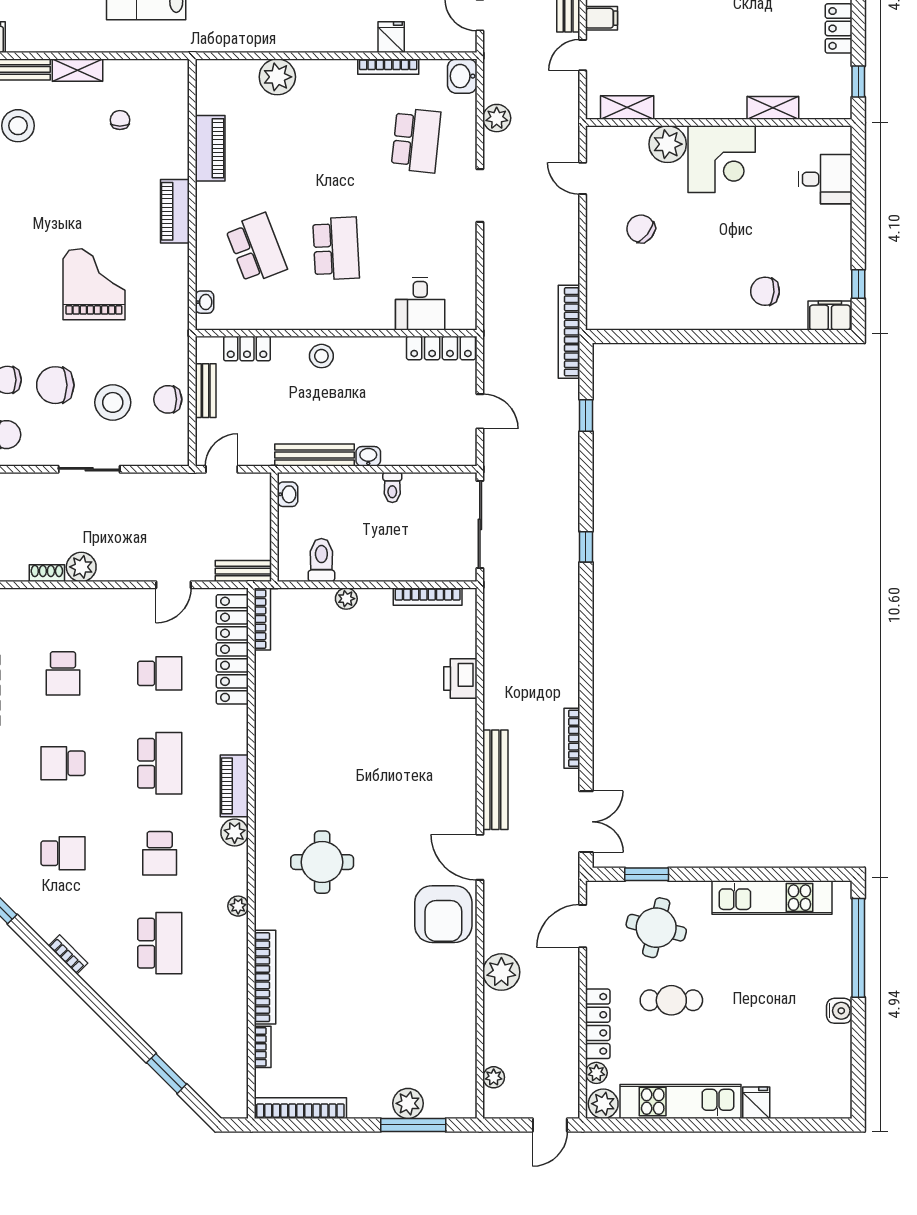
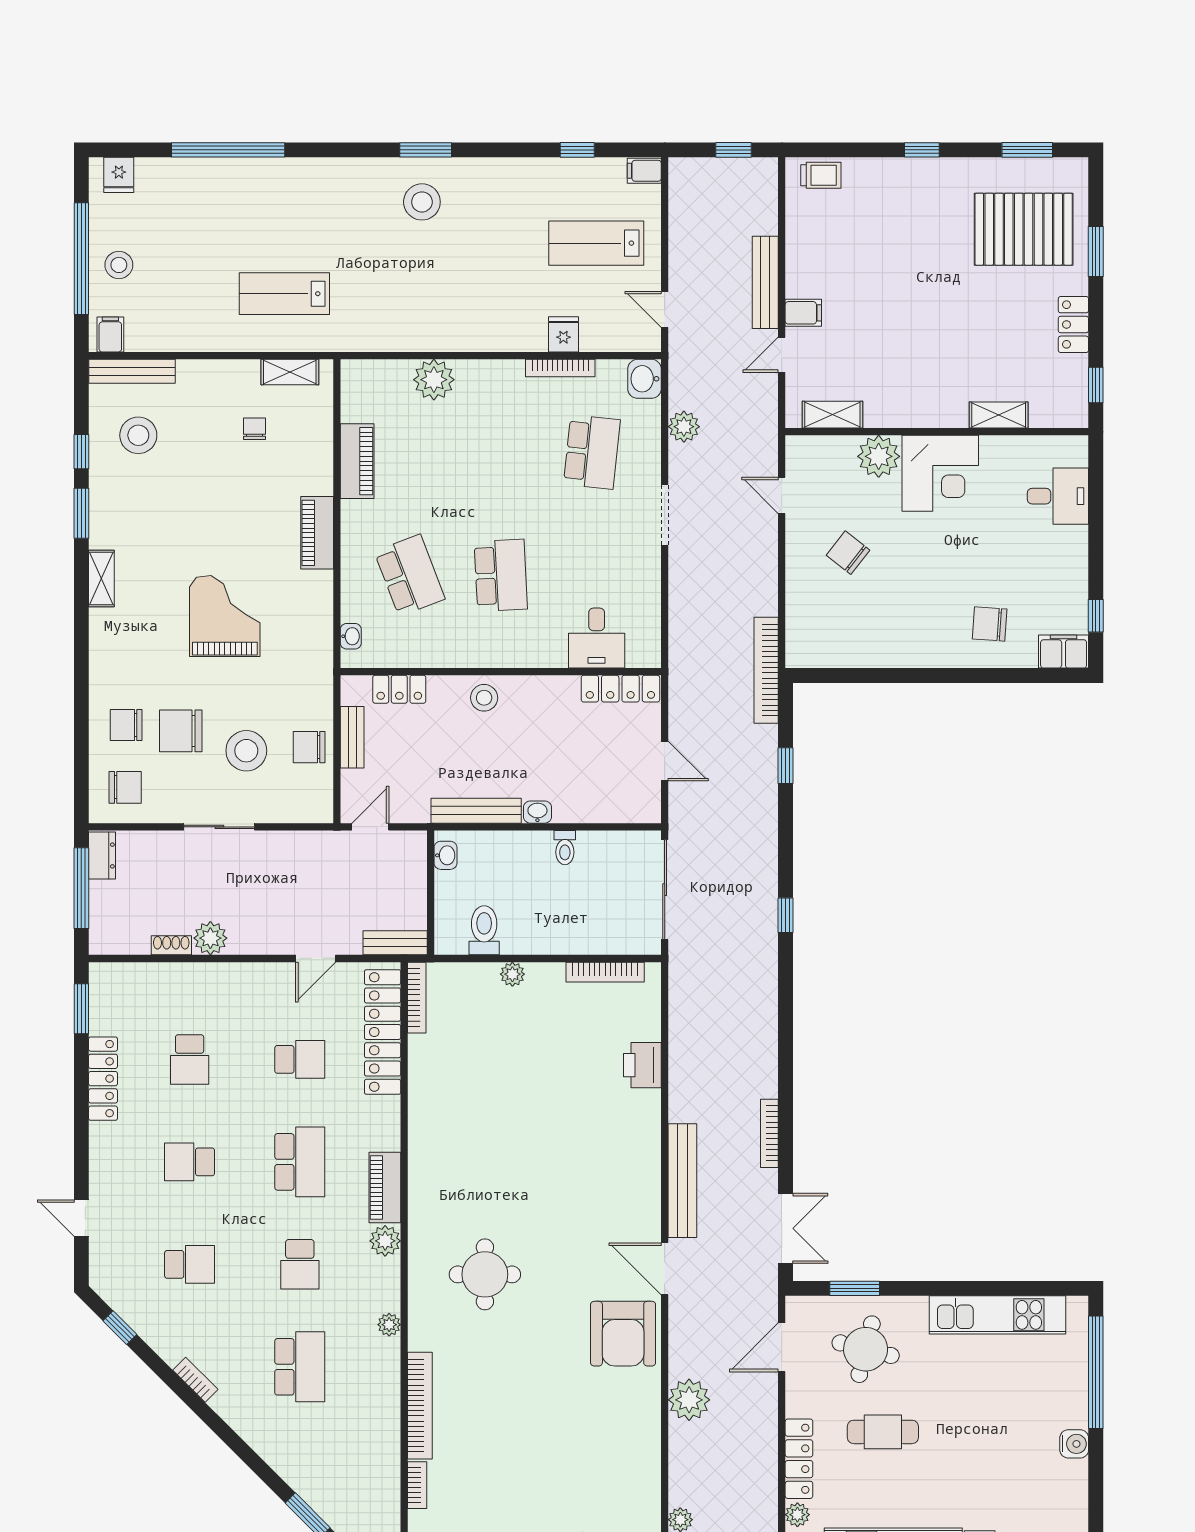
shelving: (77, 70) -> (290, 372), moved

